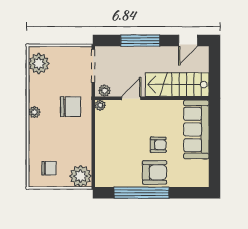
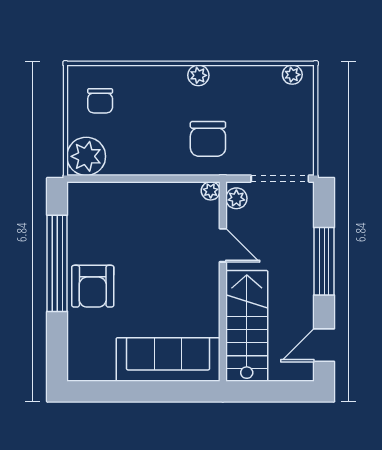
door: (188, 41) -> (324, 345), hinge flipped
plant: (39, 63) -> (292, 75), width x0.53, depth x0.53
armchair: (158, 145) -> (141, 293), removed

